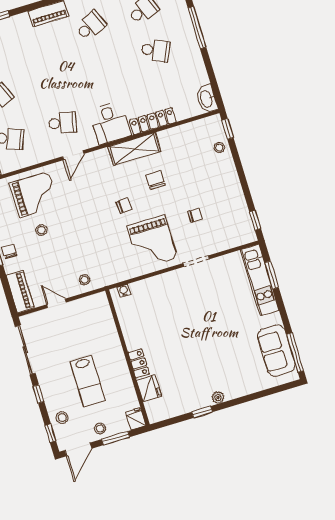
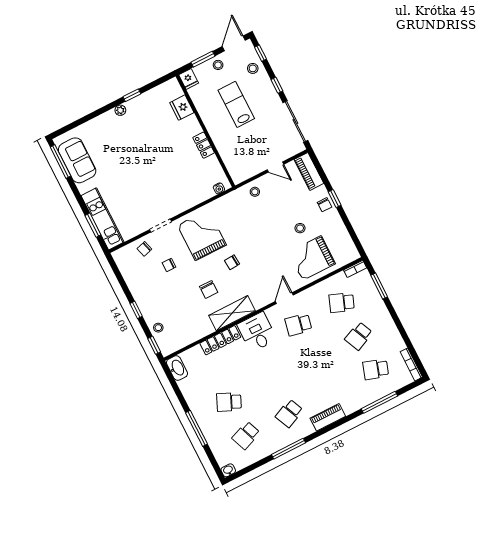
window: (255, 220) -> (136, 310), moved
chair: (219, 238) -> (144, 249), added
locker: (139, 363) -> (204, 145), moved

